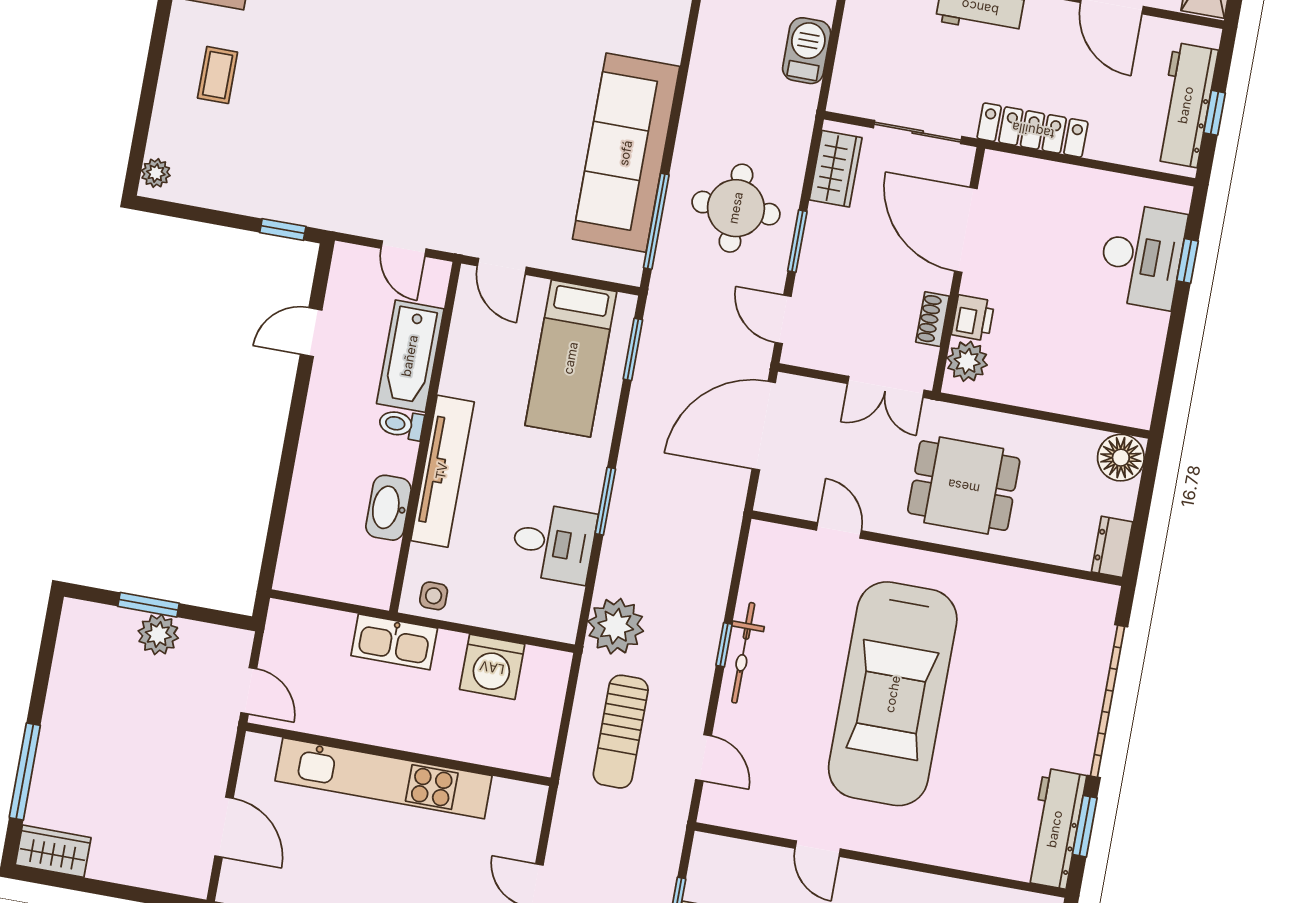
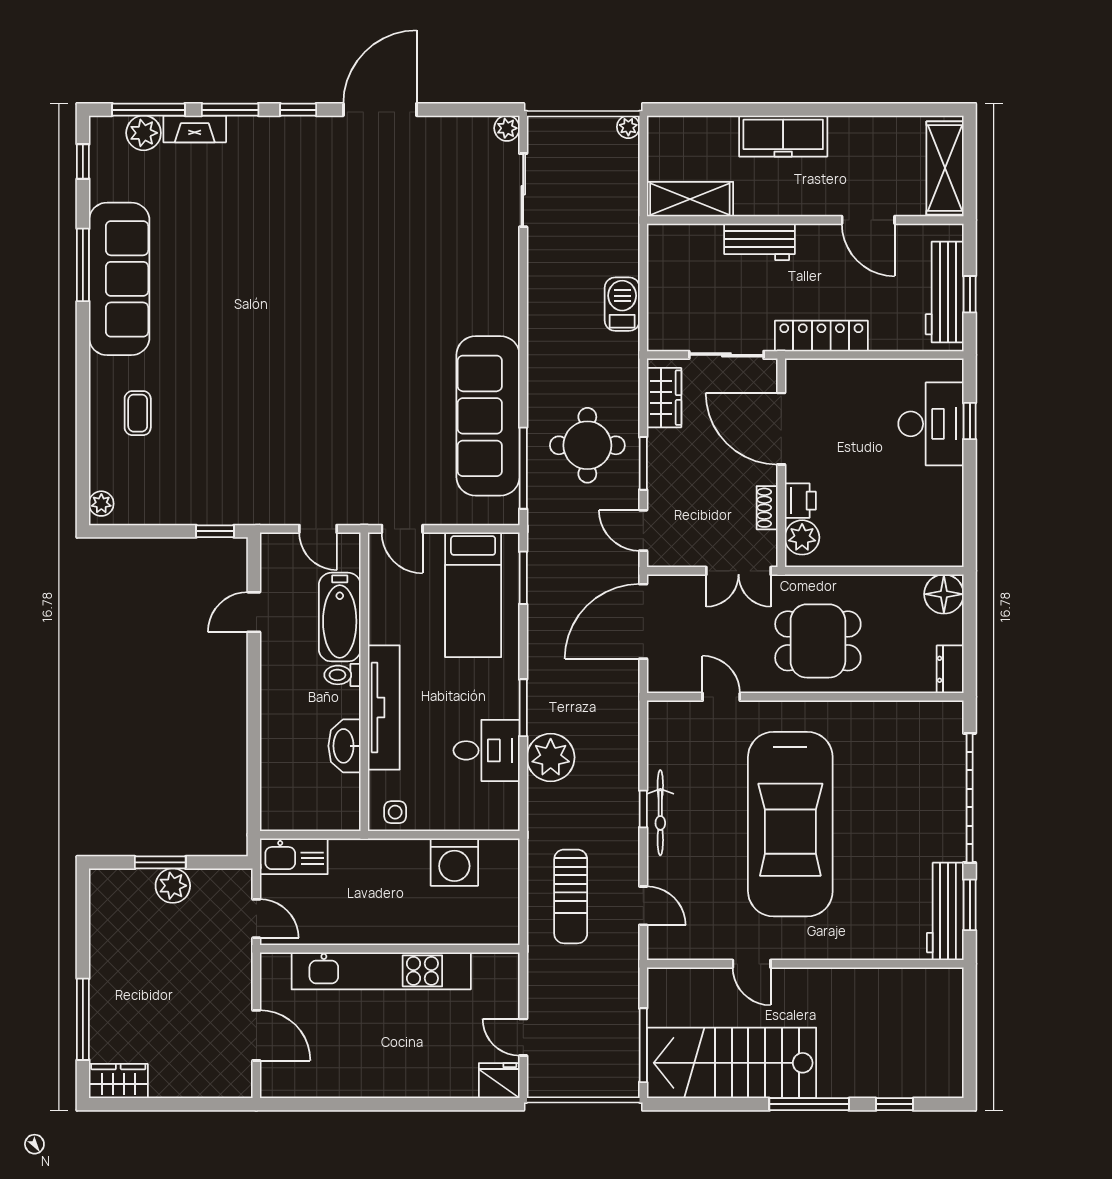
plant: (616, 626) -> (551, 757), moved
kitchen sink: (394, 642) -> (294, 856), moved

